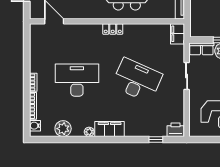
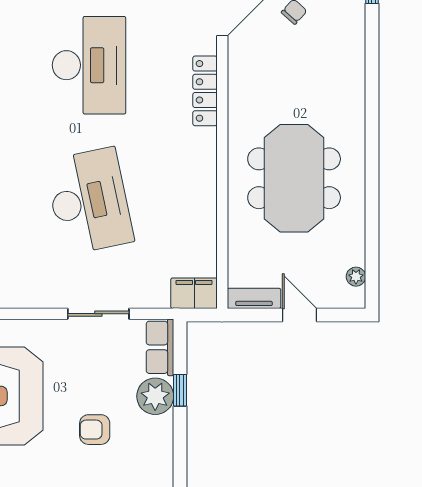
locker: (113, 29) -> (205, 91), moved, width x1.53
desk: (137, 80) -> (89, 201), turned -36

